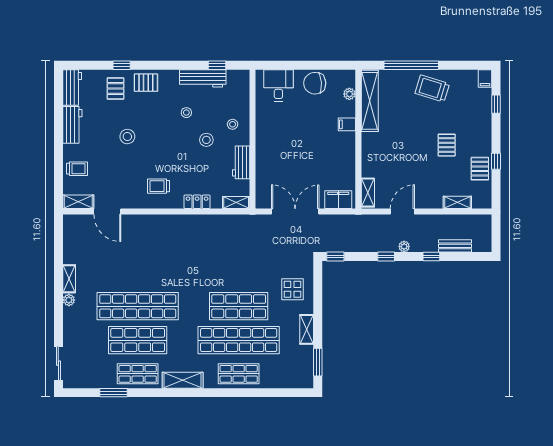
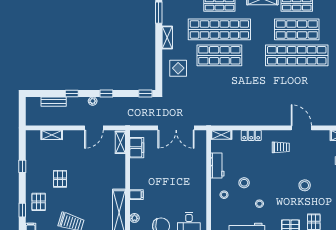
pallet: (480, 169) -> (39, 202), moved
filing cabinet: (338, 200) -> (137, 148), moved, turned -90
door: (107, 212) -> (301, 128), moved

